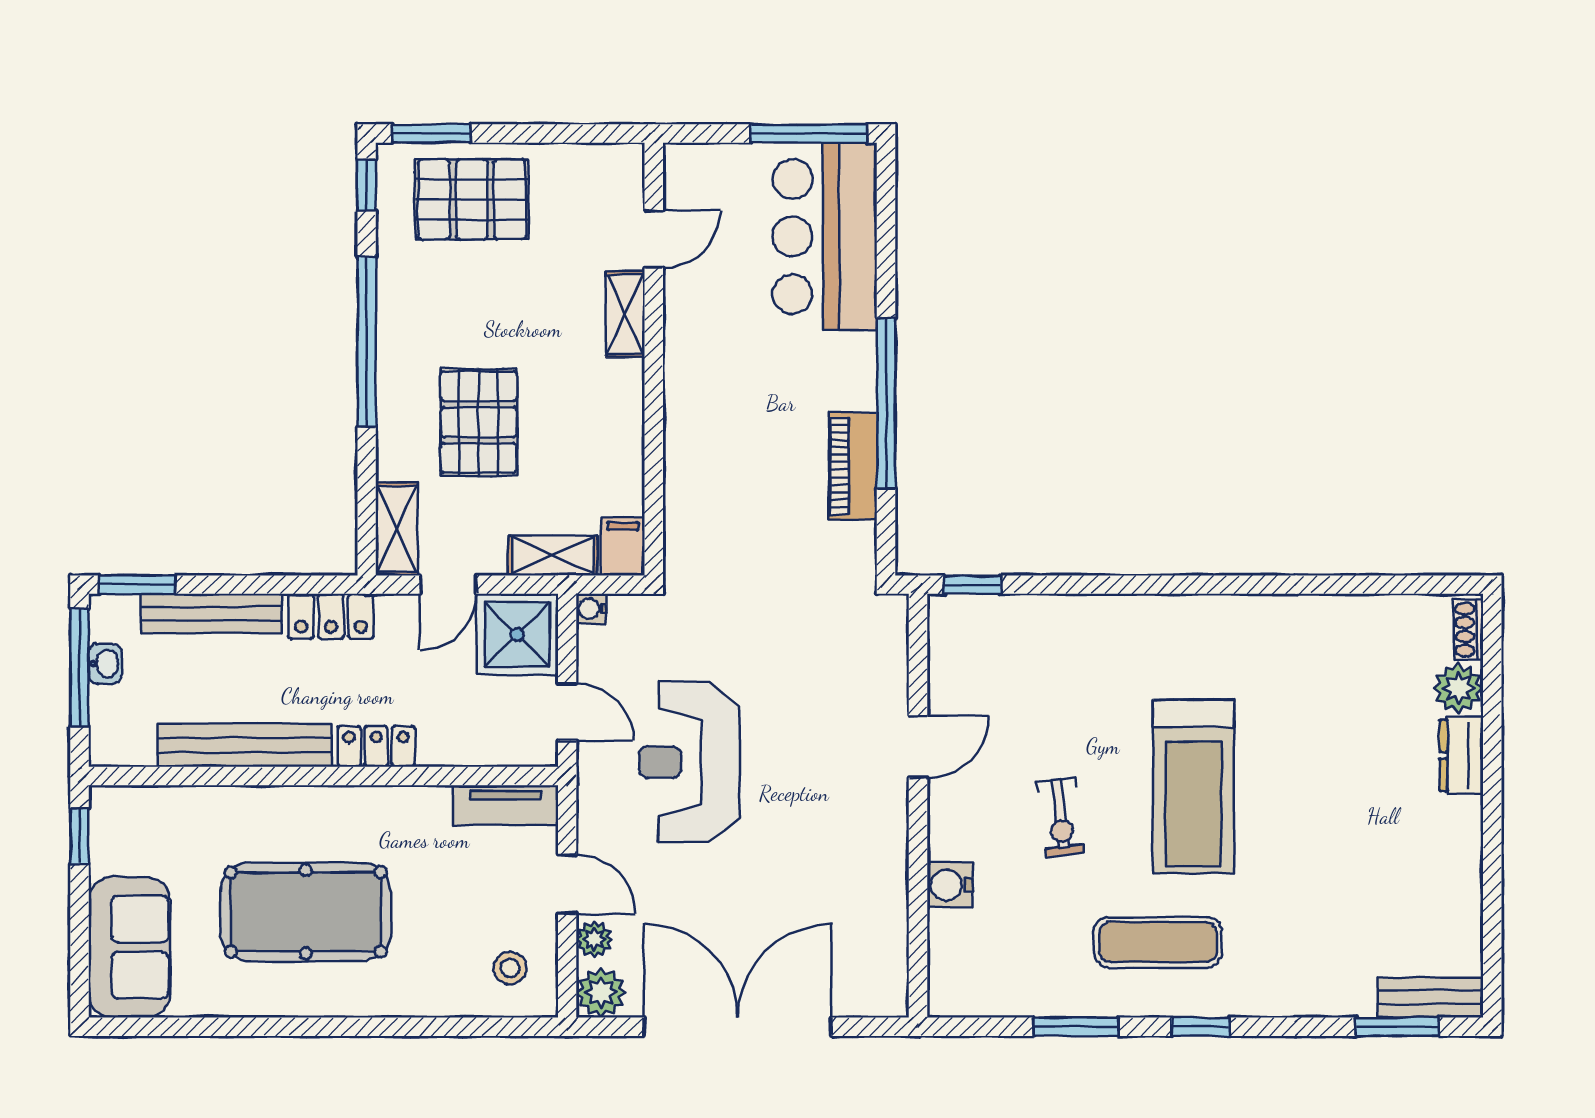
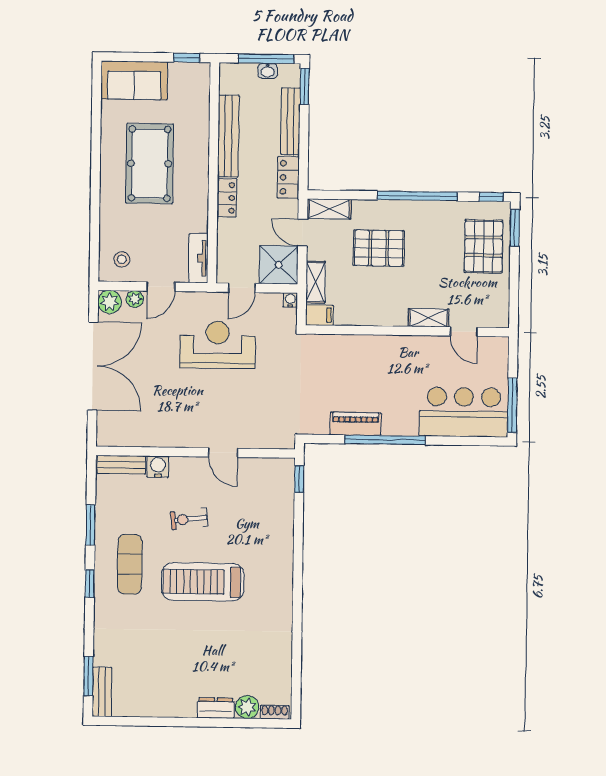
bench: (947, 963) -> (121, 465), added

